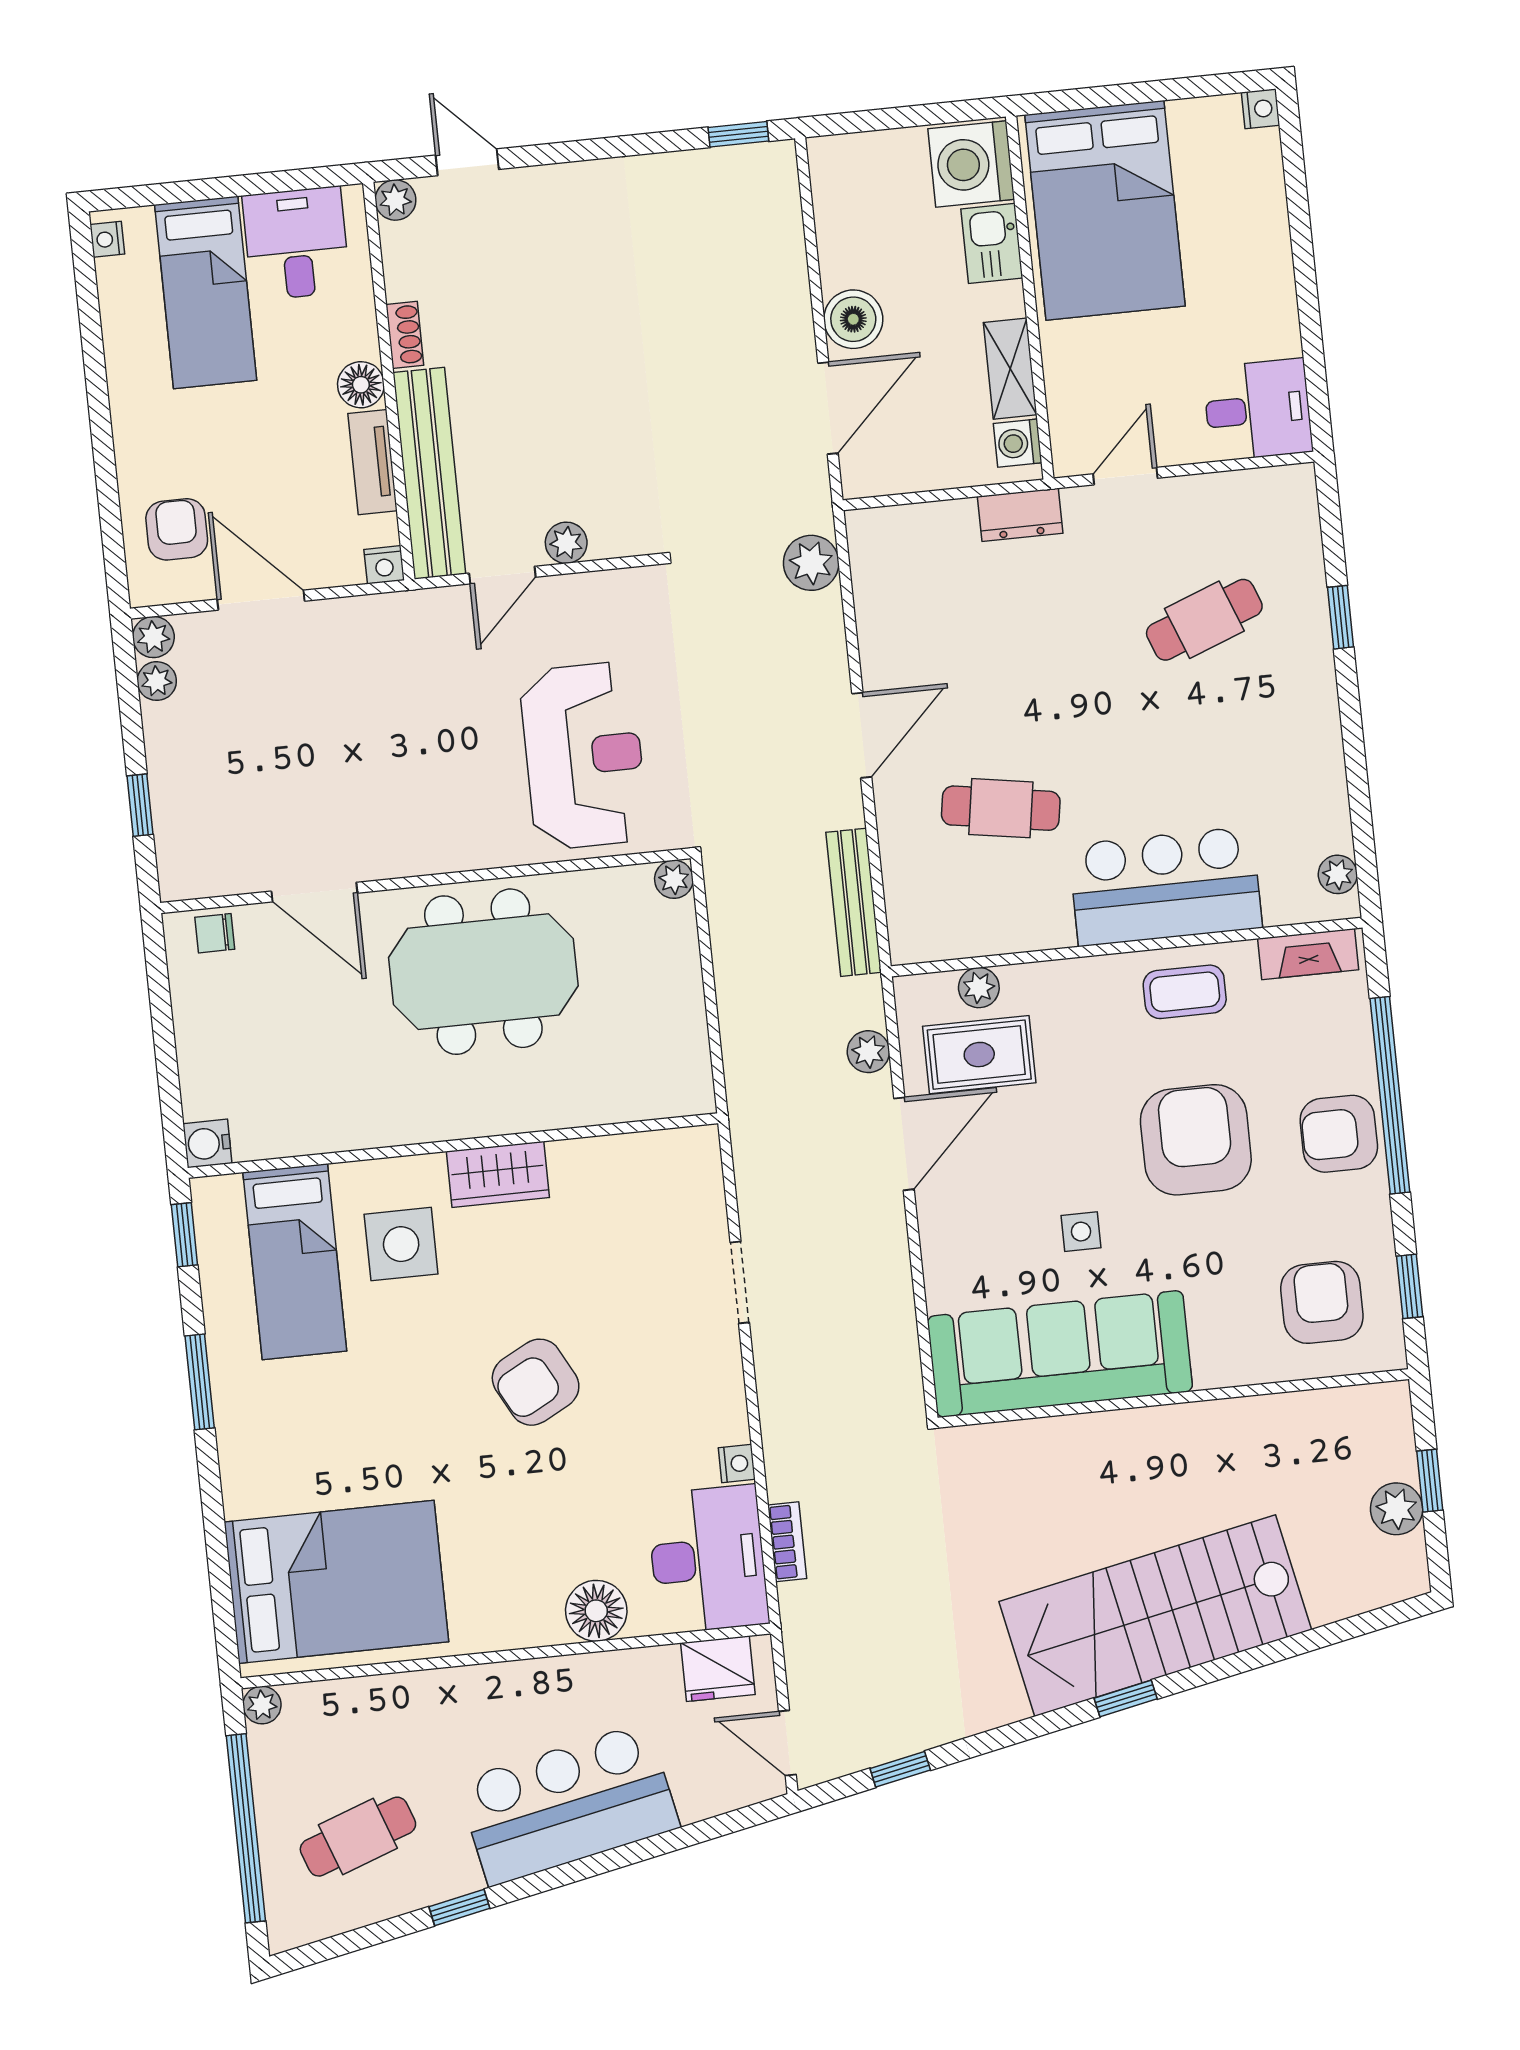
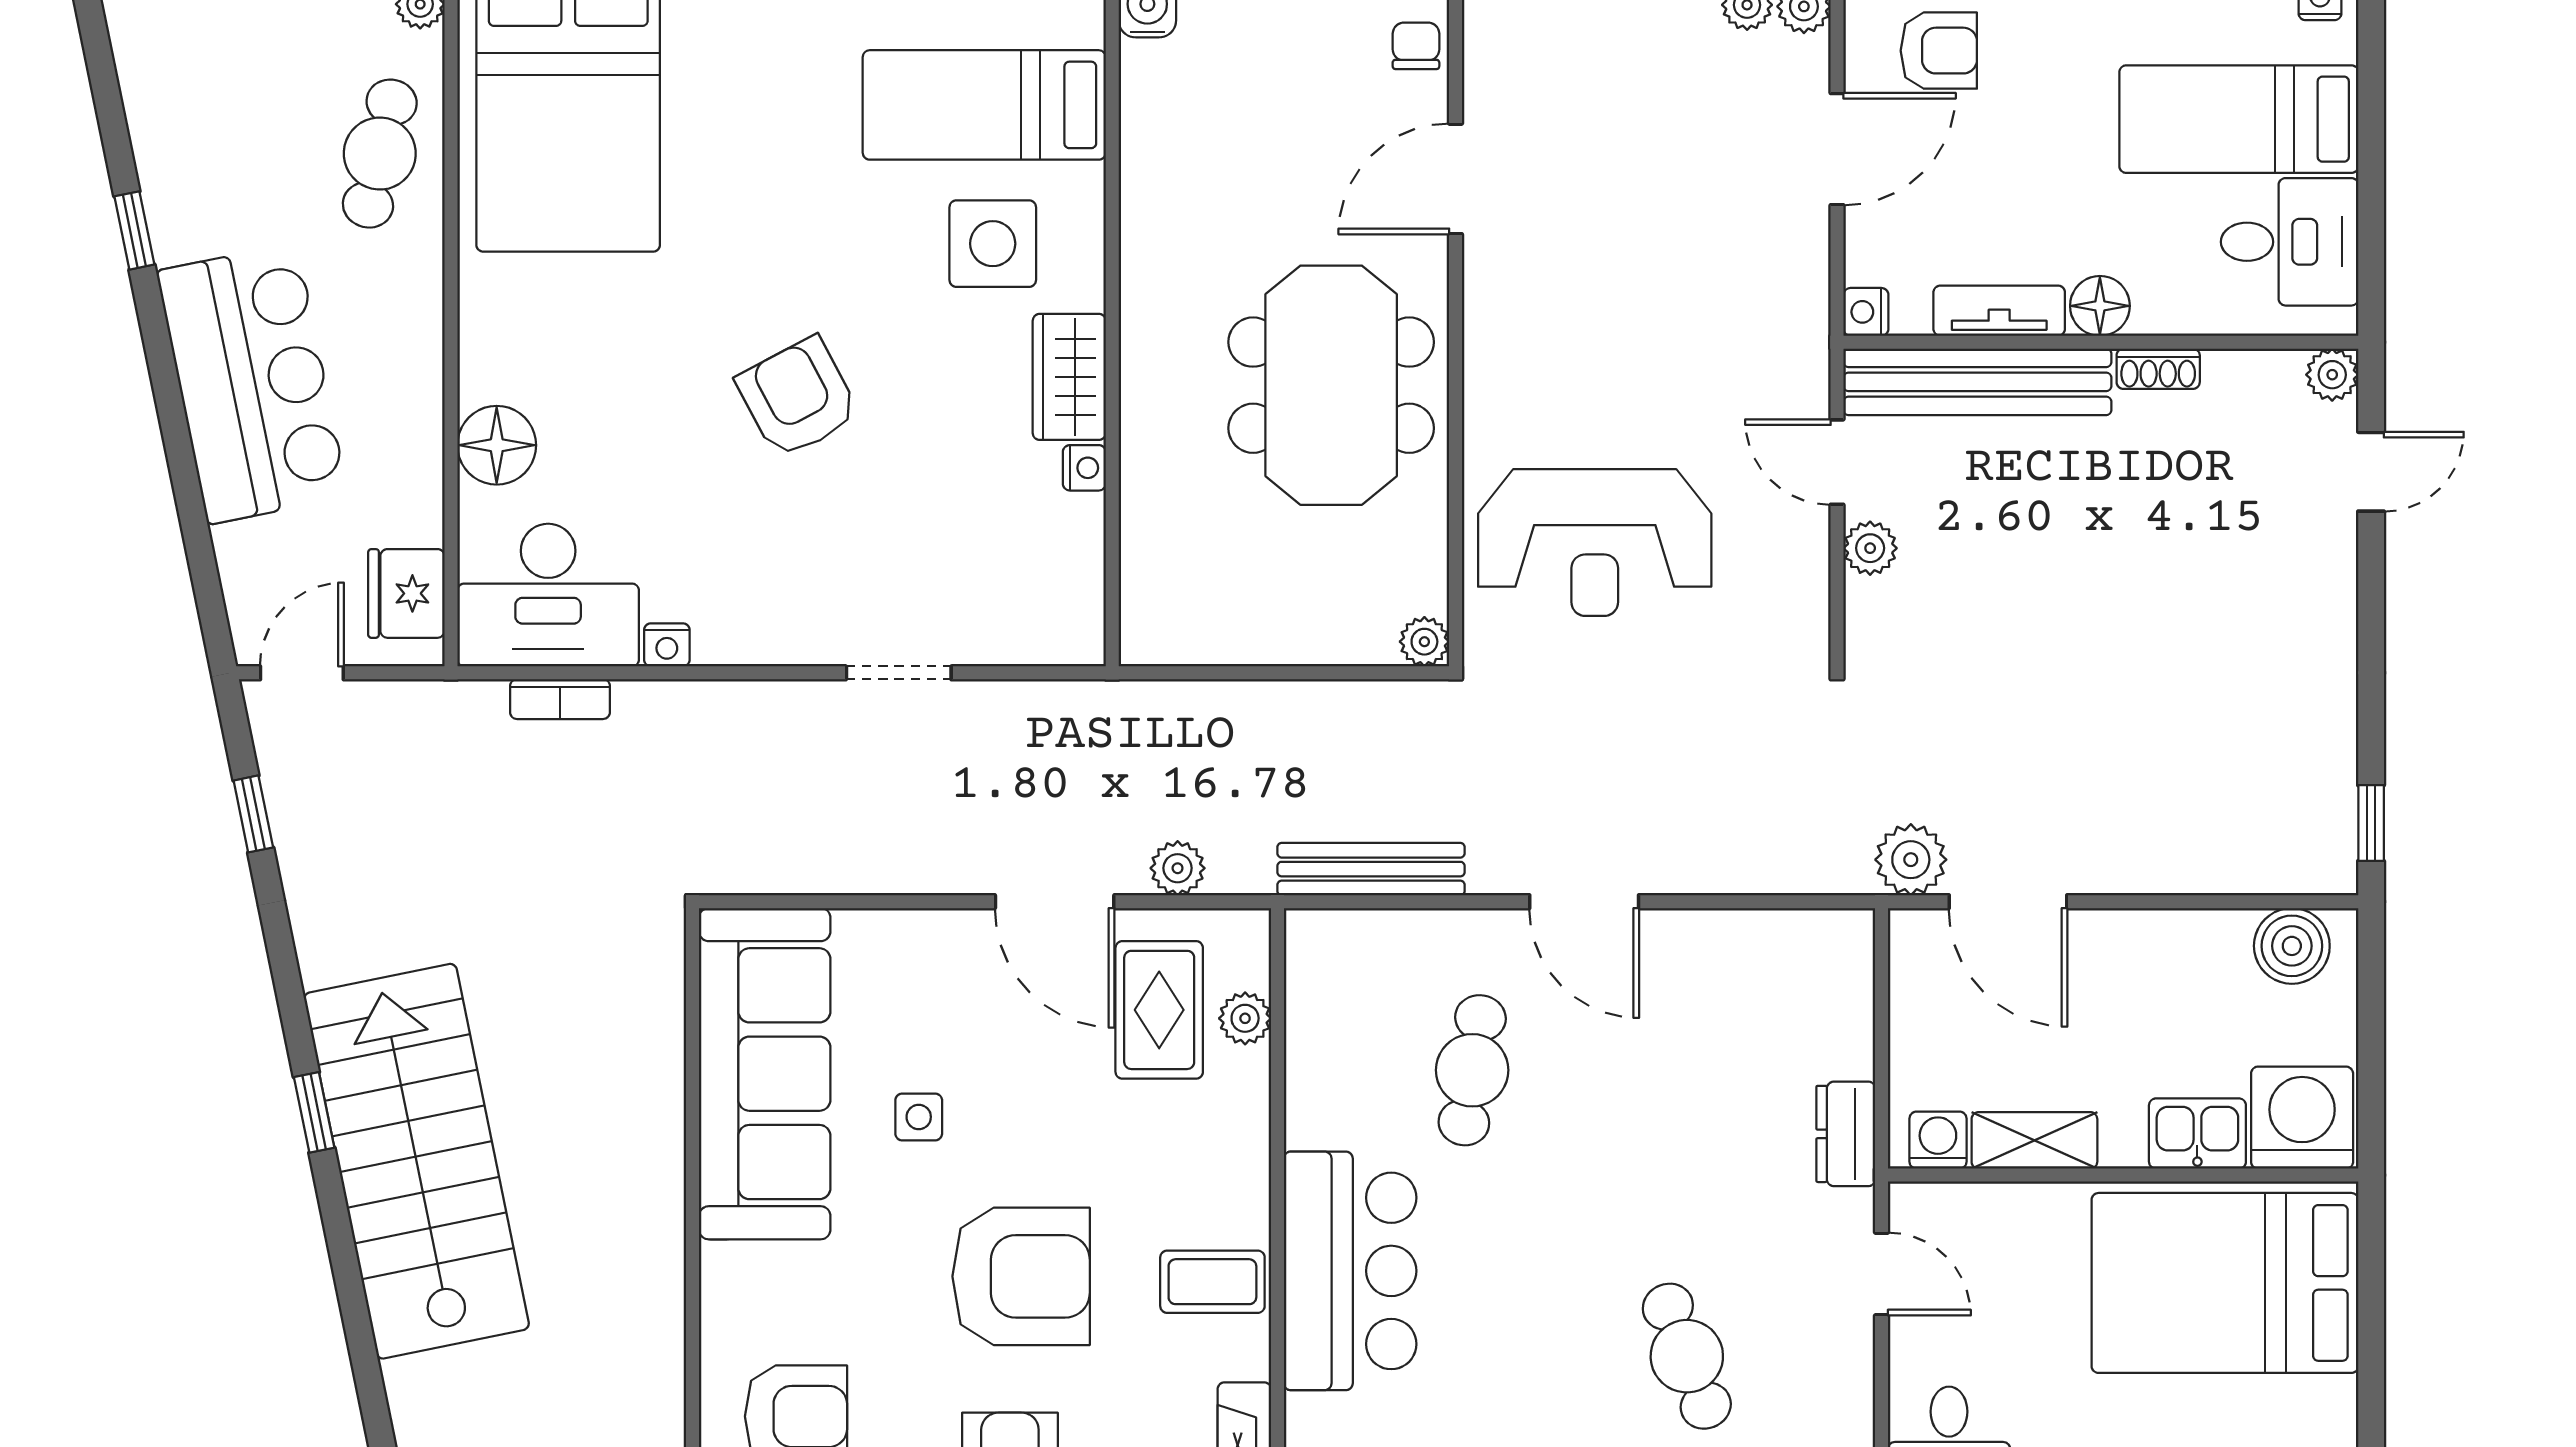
boiler: (853, 319) -> (2292, 946), moved
plant: (811, 563) -> (1911, 860), moved
coffee table: (1185, 992) -> (1212, 1282), turned 90
nightstand: (567, 1156) -> (1084, 468), added
cafe table: (358, 1837) -> (380, 154), moved, turned 33

